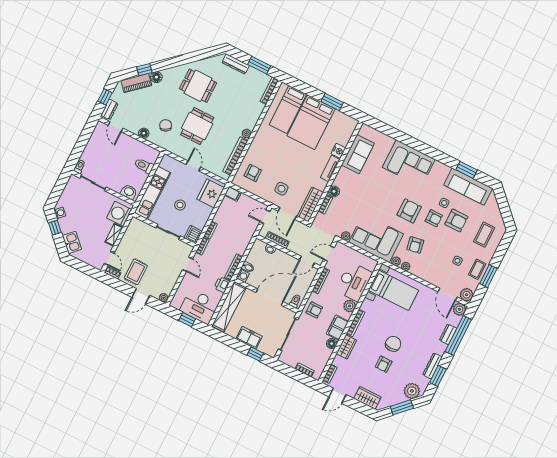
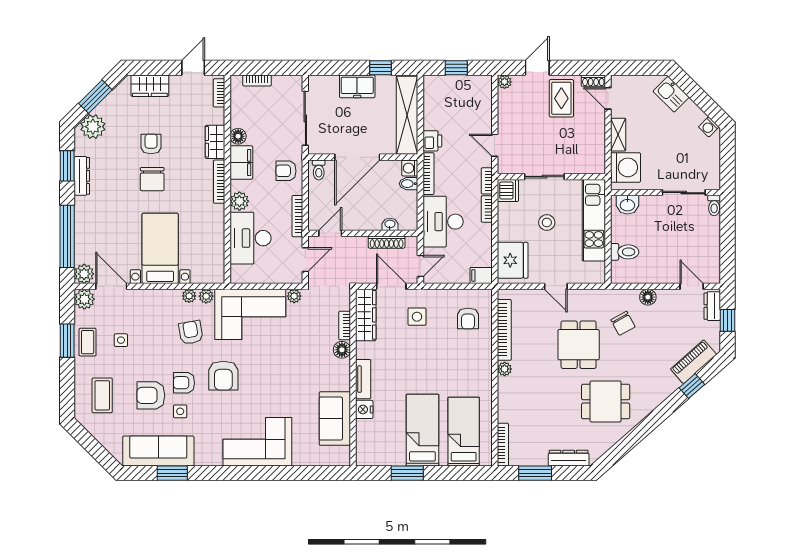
floor lamp: (156, 77) -> (670, 384), removed
bed: (311, 122) -> (422, 430), width x0.67
window: (55, 228) -> (705, 103), removed
bed with nightstands: (393, 290) -> (160, 248), moved, turned 90
desk: (199, 306) -> (443, 222), moved, turned -90
dresser: (448, 334) -> (82, 231), removed
window: (255, 354) -> (381, 68), moved

